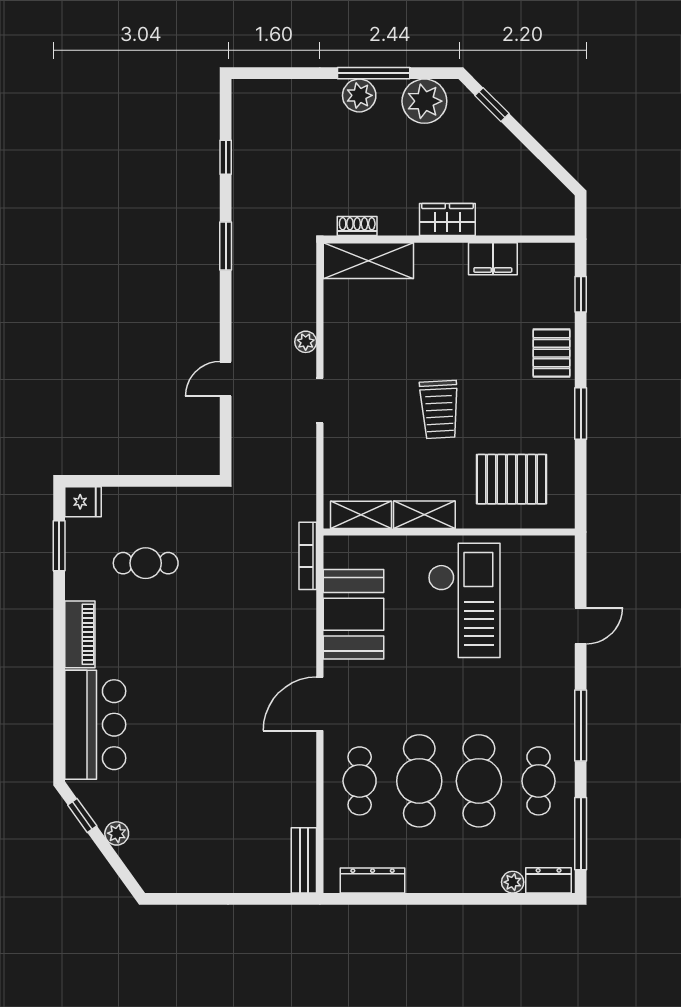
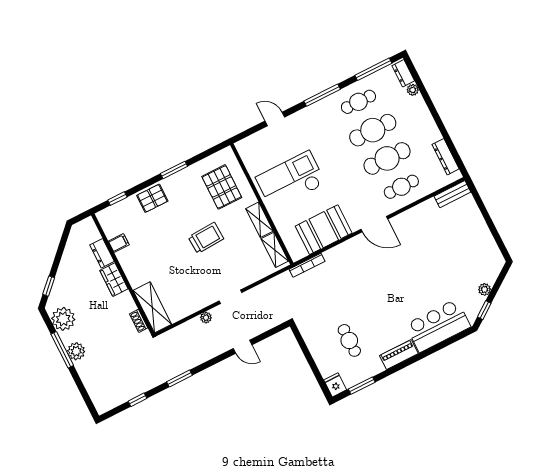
dresser: (502, 222) -> (102, 253), added
filing cabinet: (493, 259) -> (119, 243), width x0.50

